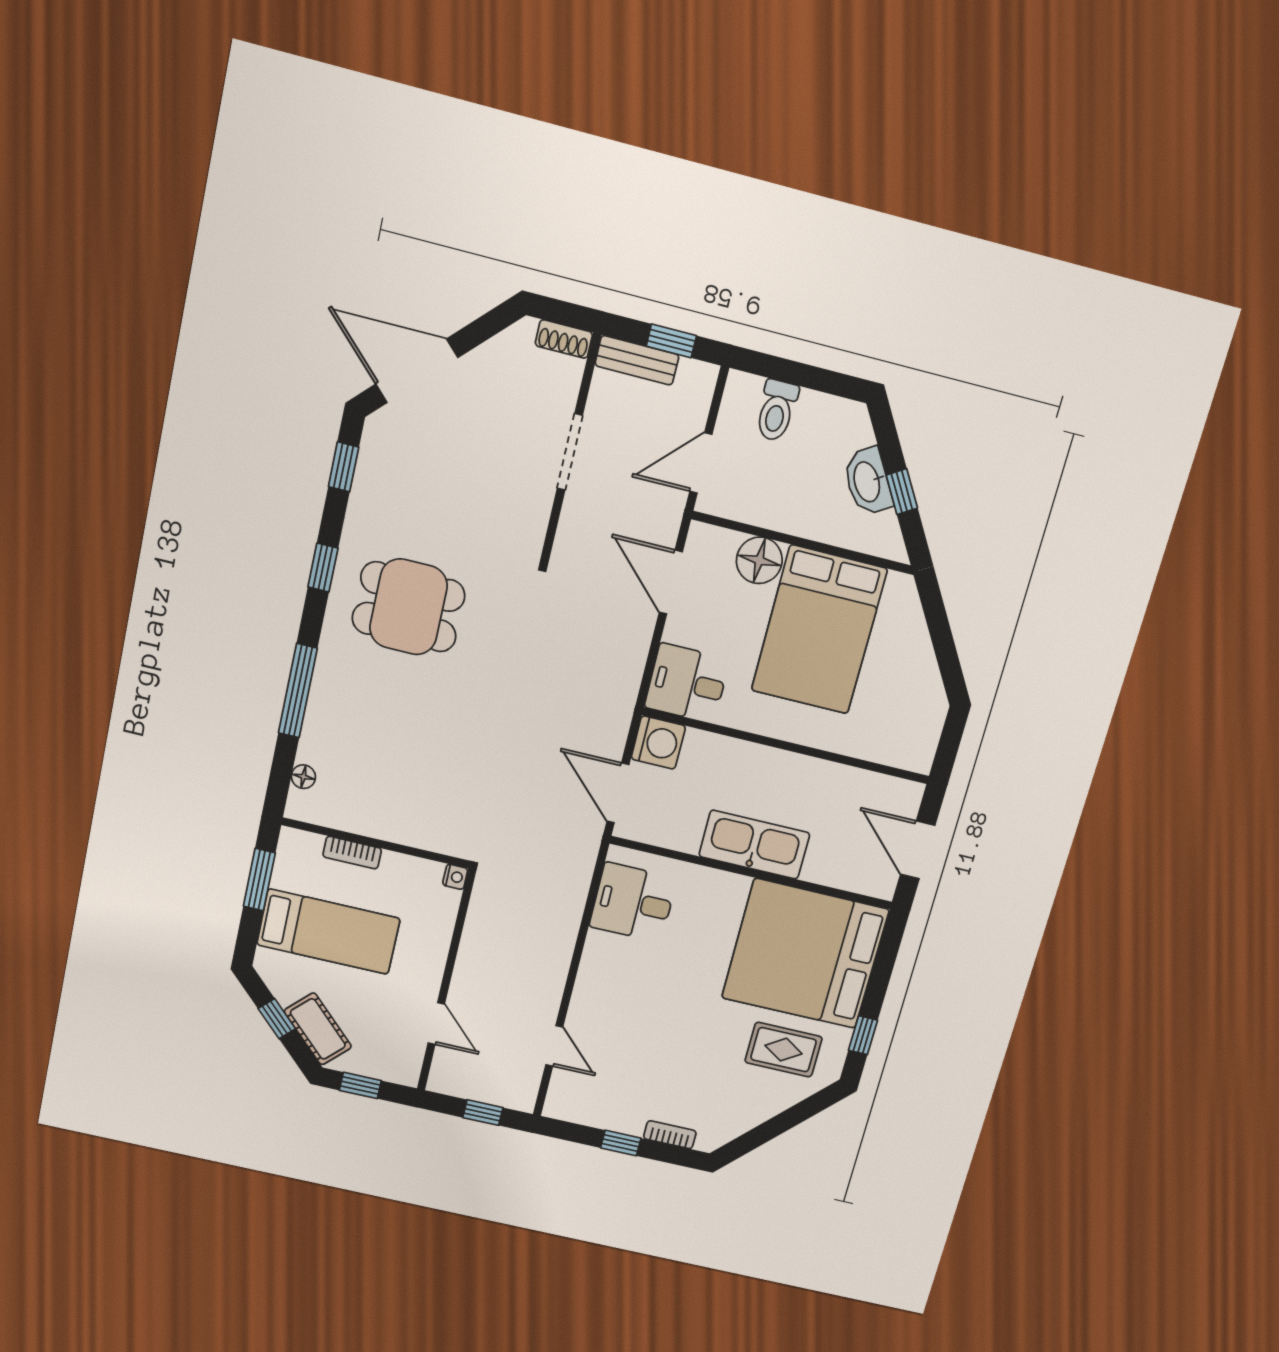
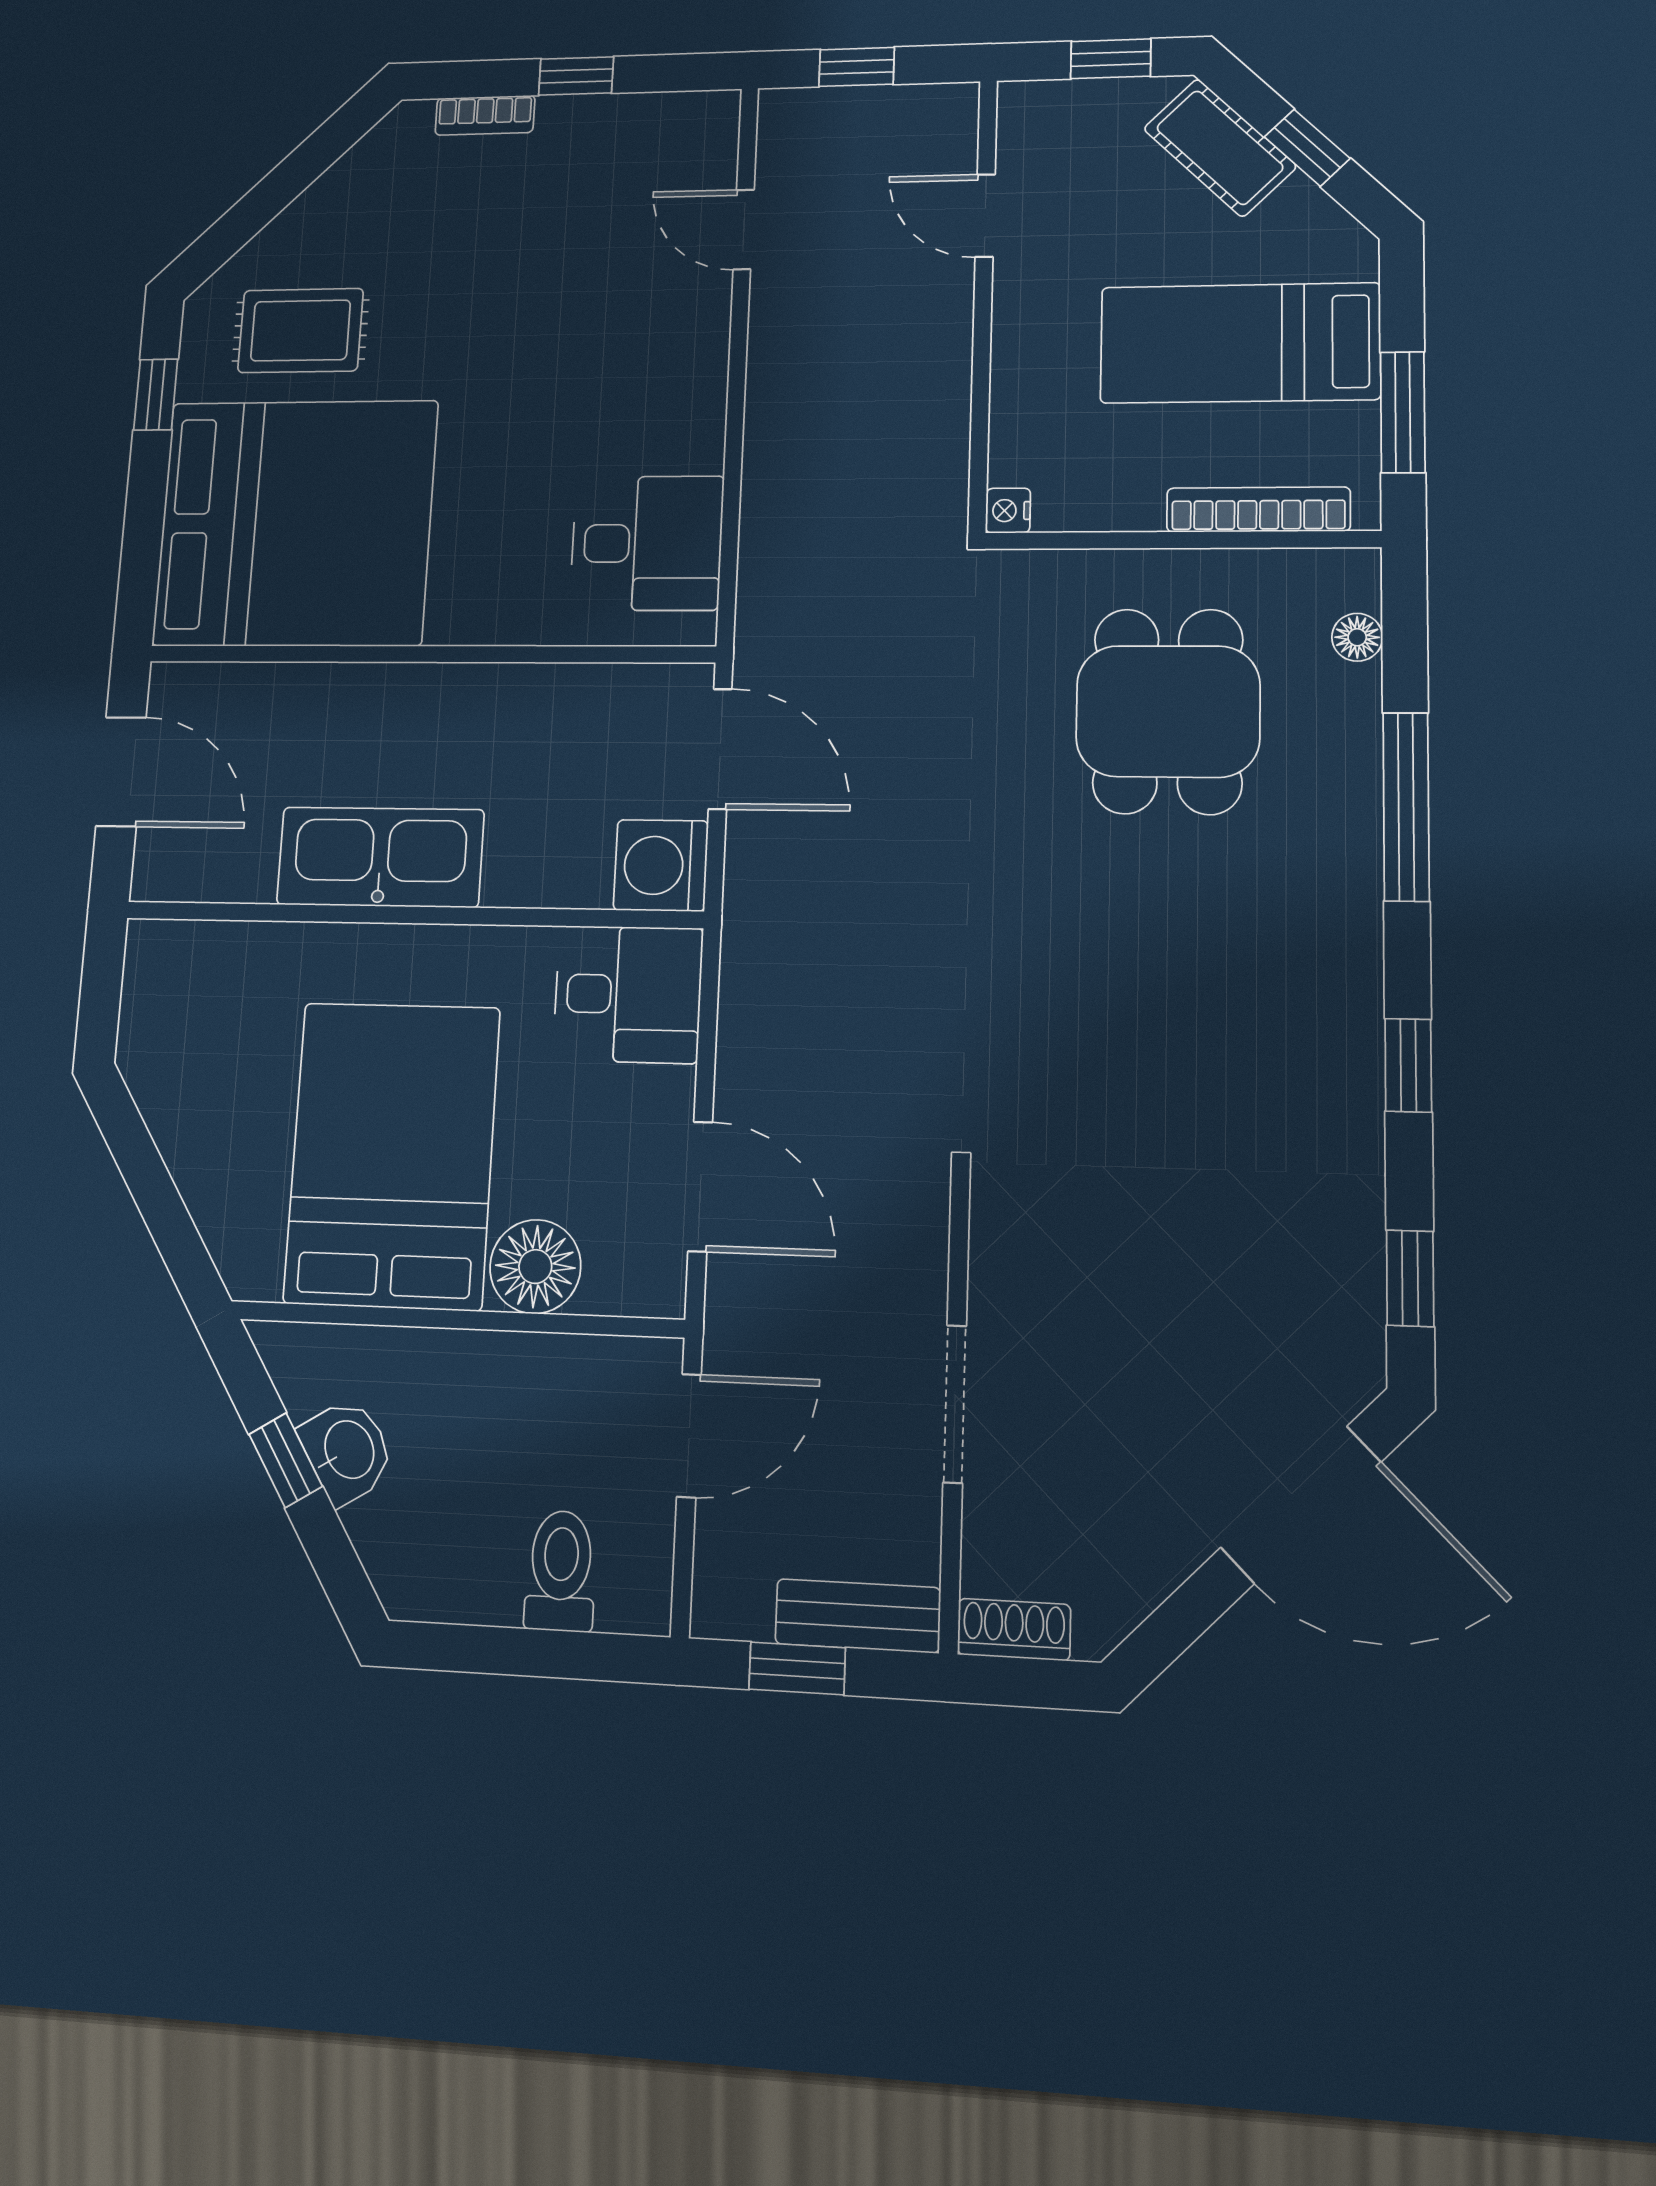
washbasin: (868, 482) -> (347, 1451), width x0.72
dining table: (408, 607) -> (1168, 711), moved, turned 90
kitchen sink: (754, 845) -> (380, 857), moved, turned 180
bookcase: (352, 853) -> (1258, 510), width x1.56

